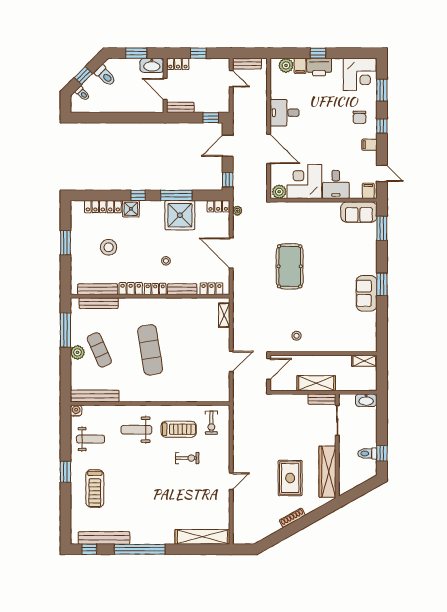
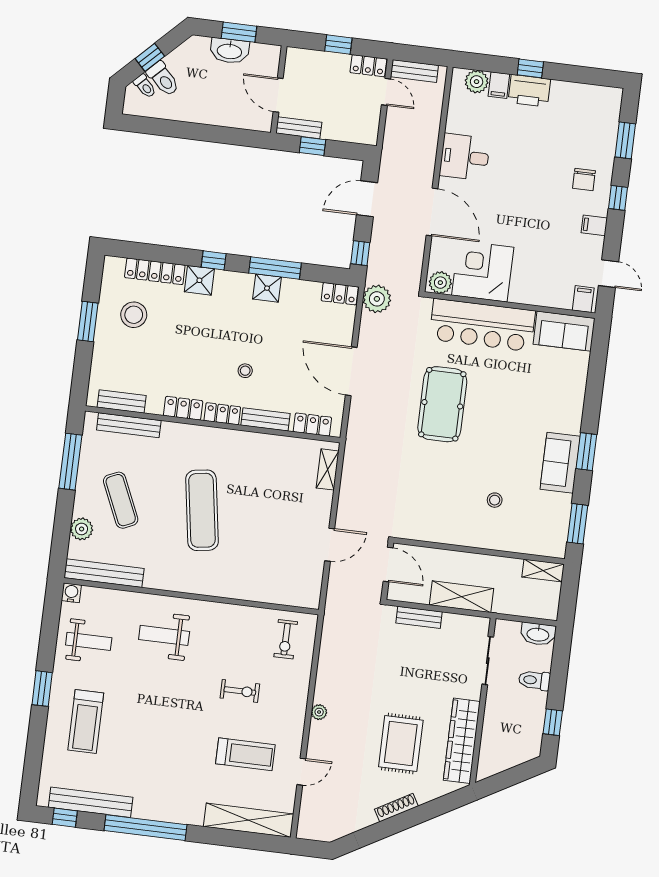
locker: (178, 64) -> (368, 66), moved
washbasin: (152, 65) -> (230, 51), moved
corner desk: (360, 74) -> (593, 111), removed
toilet: (105, 76) -> (163, 79), moved
window: (211, 118) -> (313, 146), moved
desk: (336, 184) -> (533, 282), removed
plant: (237, 211) -> (377, 299), width x1.88, depth x1.88
shower: (180, 215) -> (267, 288), width x0.54, depth x0.54
bar counter: (308, 215) -> (482, 325), added
window: (382, 228) -> (577, 524), moved
stool: (109, 247) -> (134, 315), moved
bench: (98, 289) -> (122, 401), width x0.73
stool: (297, 336) -> (495, 500), moved
plant: (78, 352) -> (82, 529), moved
door: (269, 369) -> (388, 564), hinge flipped
bench: (322, 399) -> (419, 617), moved
treadmill: (179, 429) -> (245, 754), moved
toilet: (367, 453) -> (534, 680), moved
plant: (238, 465) -> (319, 712), added
door: (231, 481) -> (301, 772), moved

